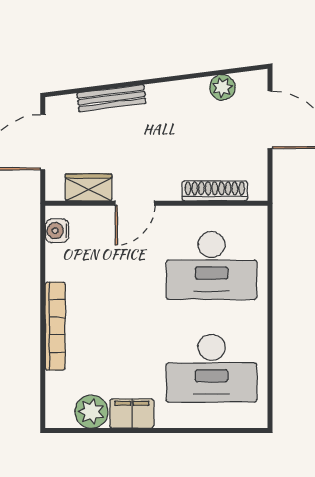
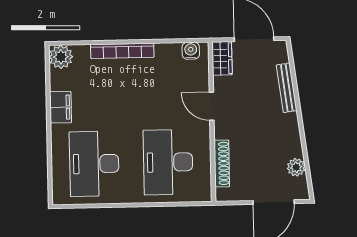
wardrobe: (89, 187) -> (222, 58), moved
plant: (91, 412) -> (61, 57), moved

